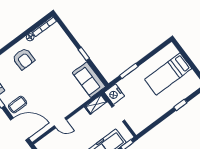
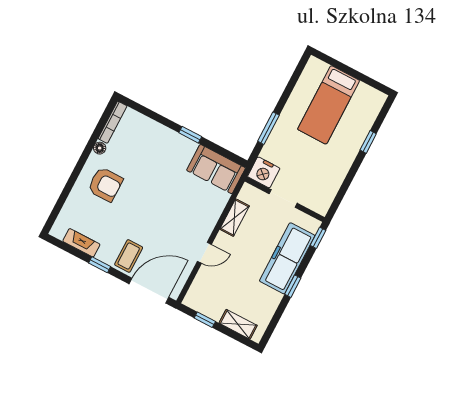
shelving: (96, 104) -> (235, 218), moved

